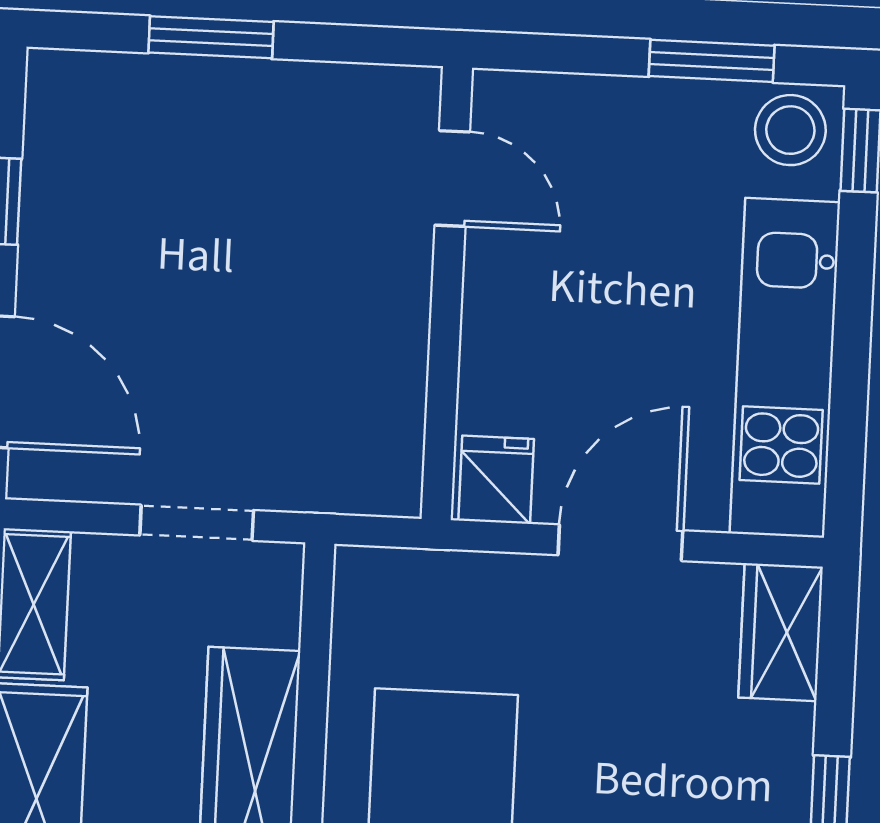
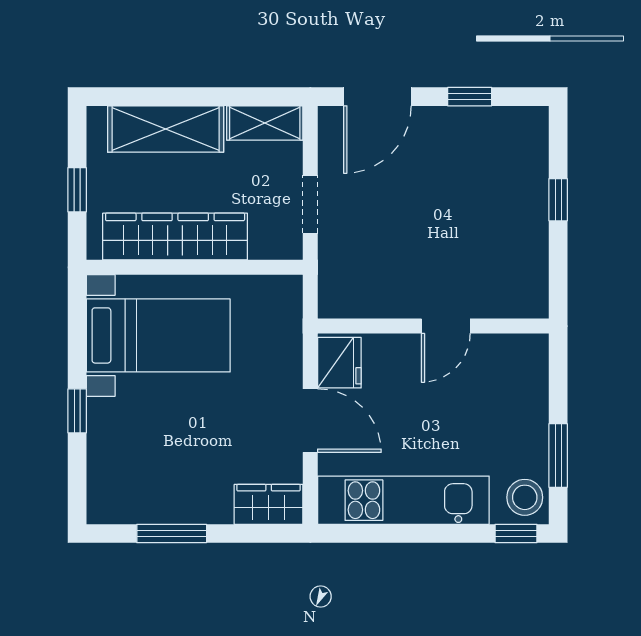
window: (211, 37) -> (558, 200), width x0.67
door: (452, 179) -> (446, 326), moved
fridge: (496, 480) -> (339, 363), width x1.38

